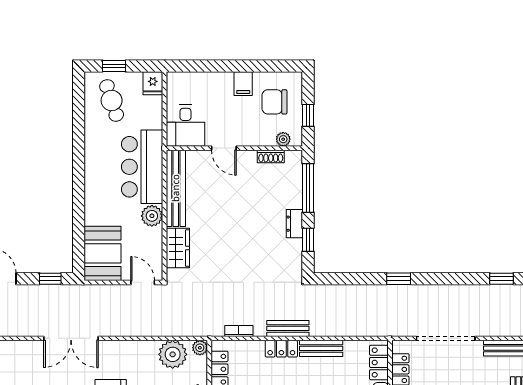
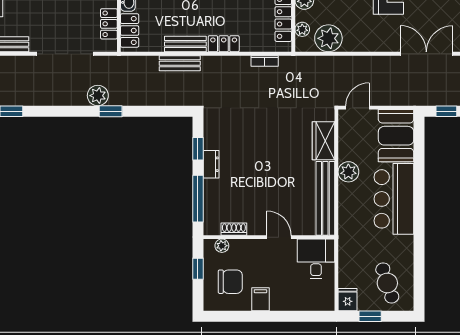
window: (114, 66) -> (370, 316), moved
bar counter: (142, 167) -> (394, 199), moved, turned 180
door: (143, 282) -> (357, 108), swing flipped
plant: (412, 295) -> (98, 96), added
bench: (288, 328) -> (180, 63), moved
plant: (200, 348) -> (302, 29), moved

